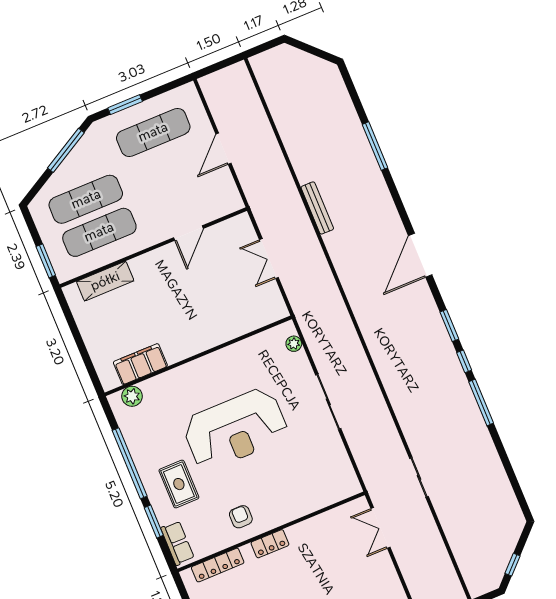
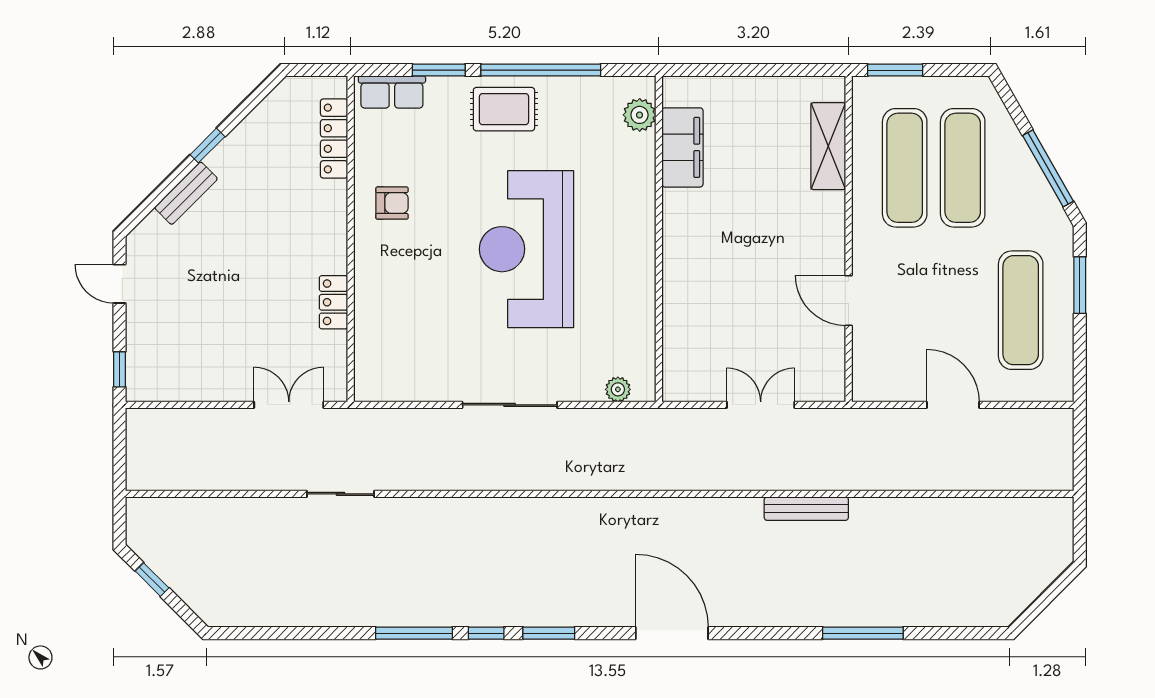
rug: (179, 484) -> (504, 109), moved
locker: (270, 544) -> (334, 302), moved

